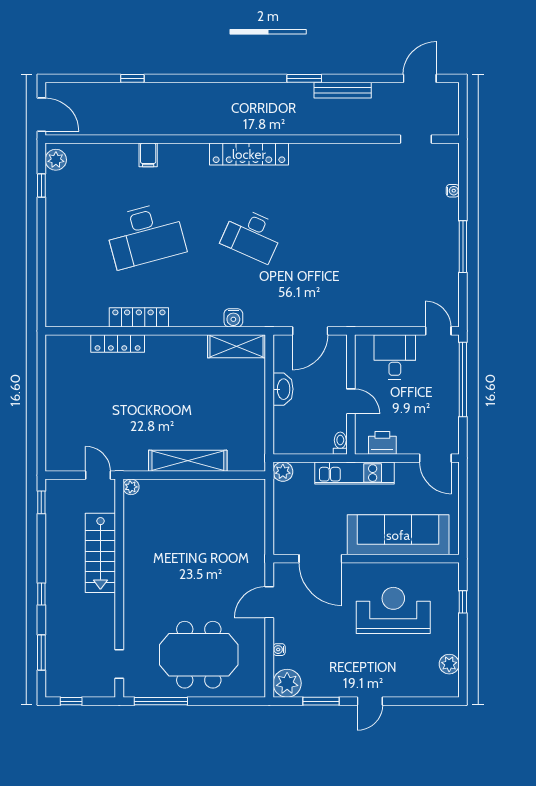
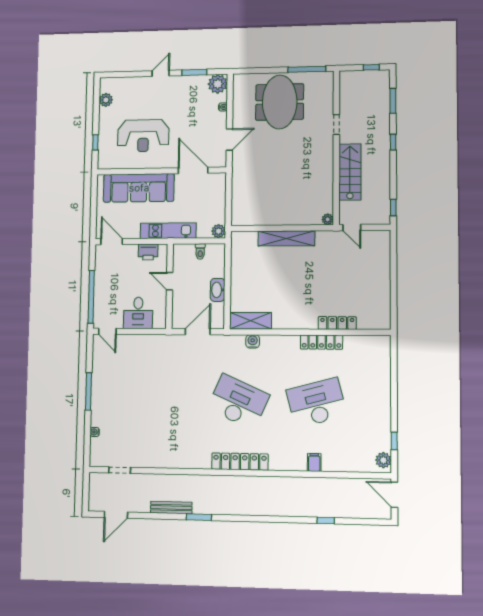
desk: (252, 235) -> (238, 402), width x1.36, depth x1.30
toilet: (340, 443) -> (200, 252), moved
meeting table: (199, 655) -> (280, 102), turned 90
doorway: (119, 664) -> (336, 125), moved

